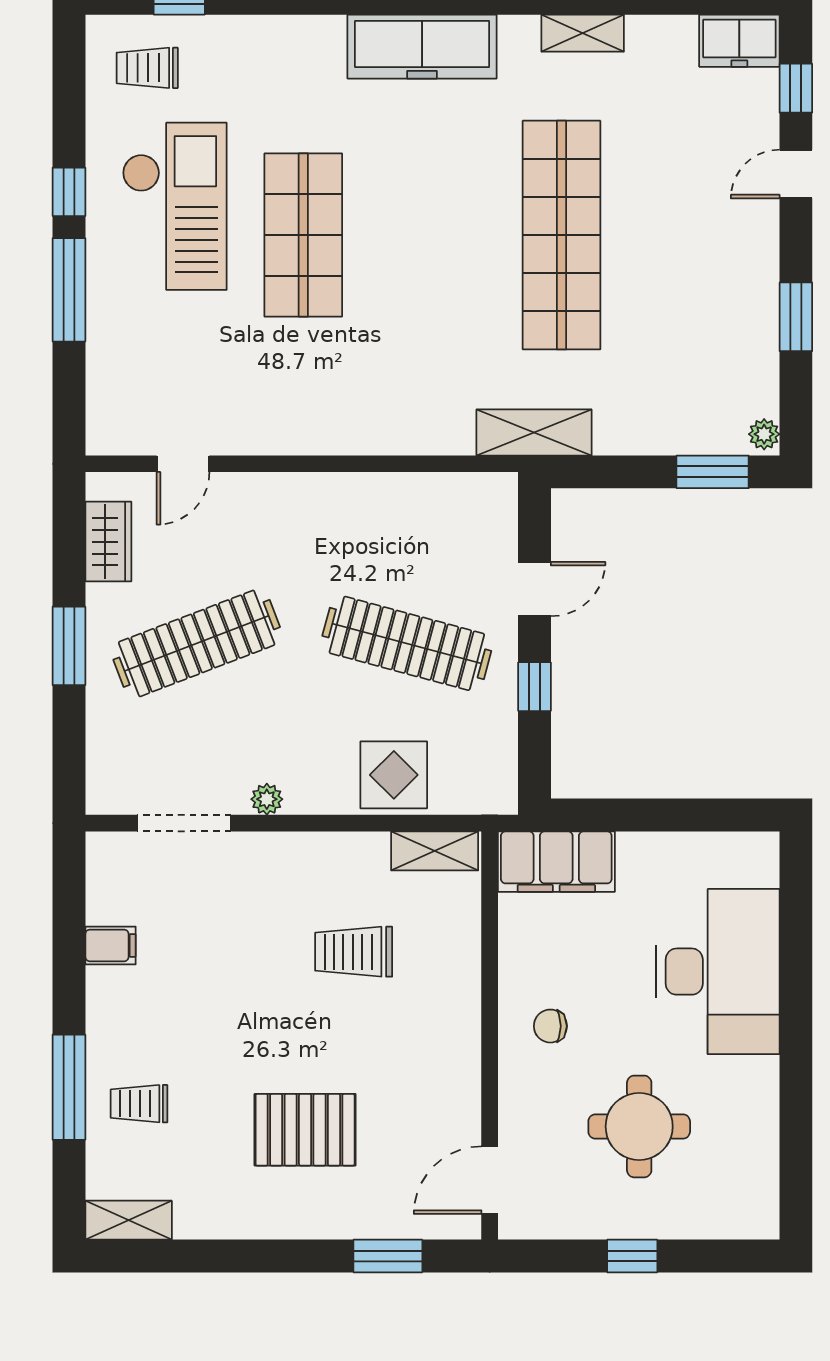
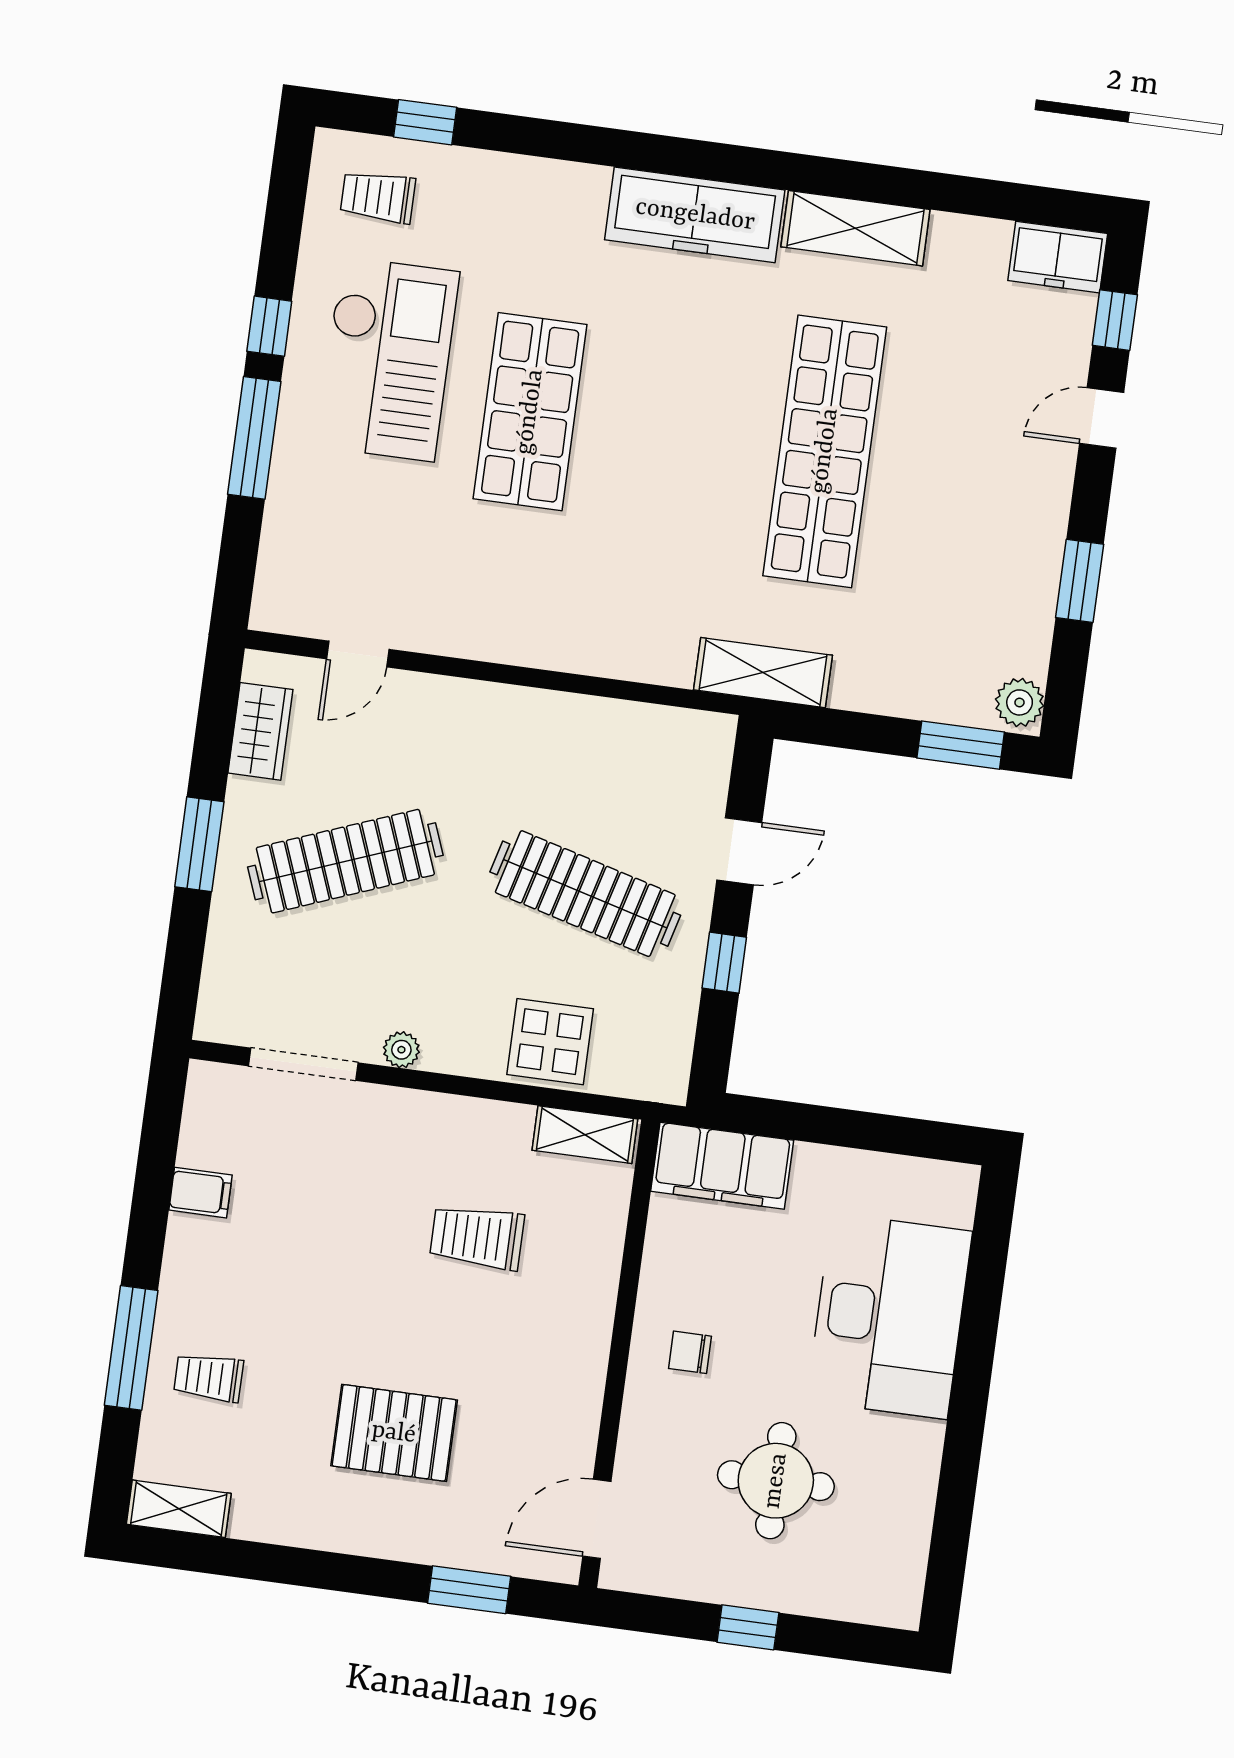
shelving: (583, 33) -> (855, 228), width x1.50, depth x1.33
plant: (764, 434) -> (1020, 702), width x1.38, depth x1.38

